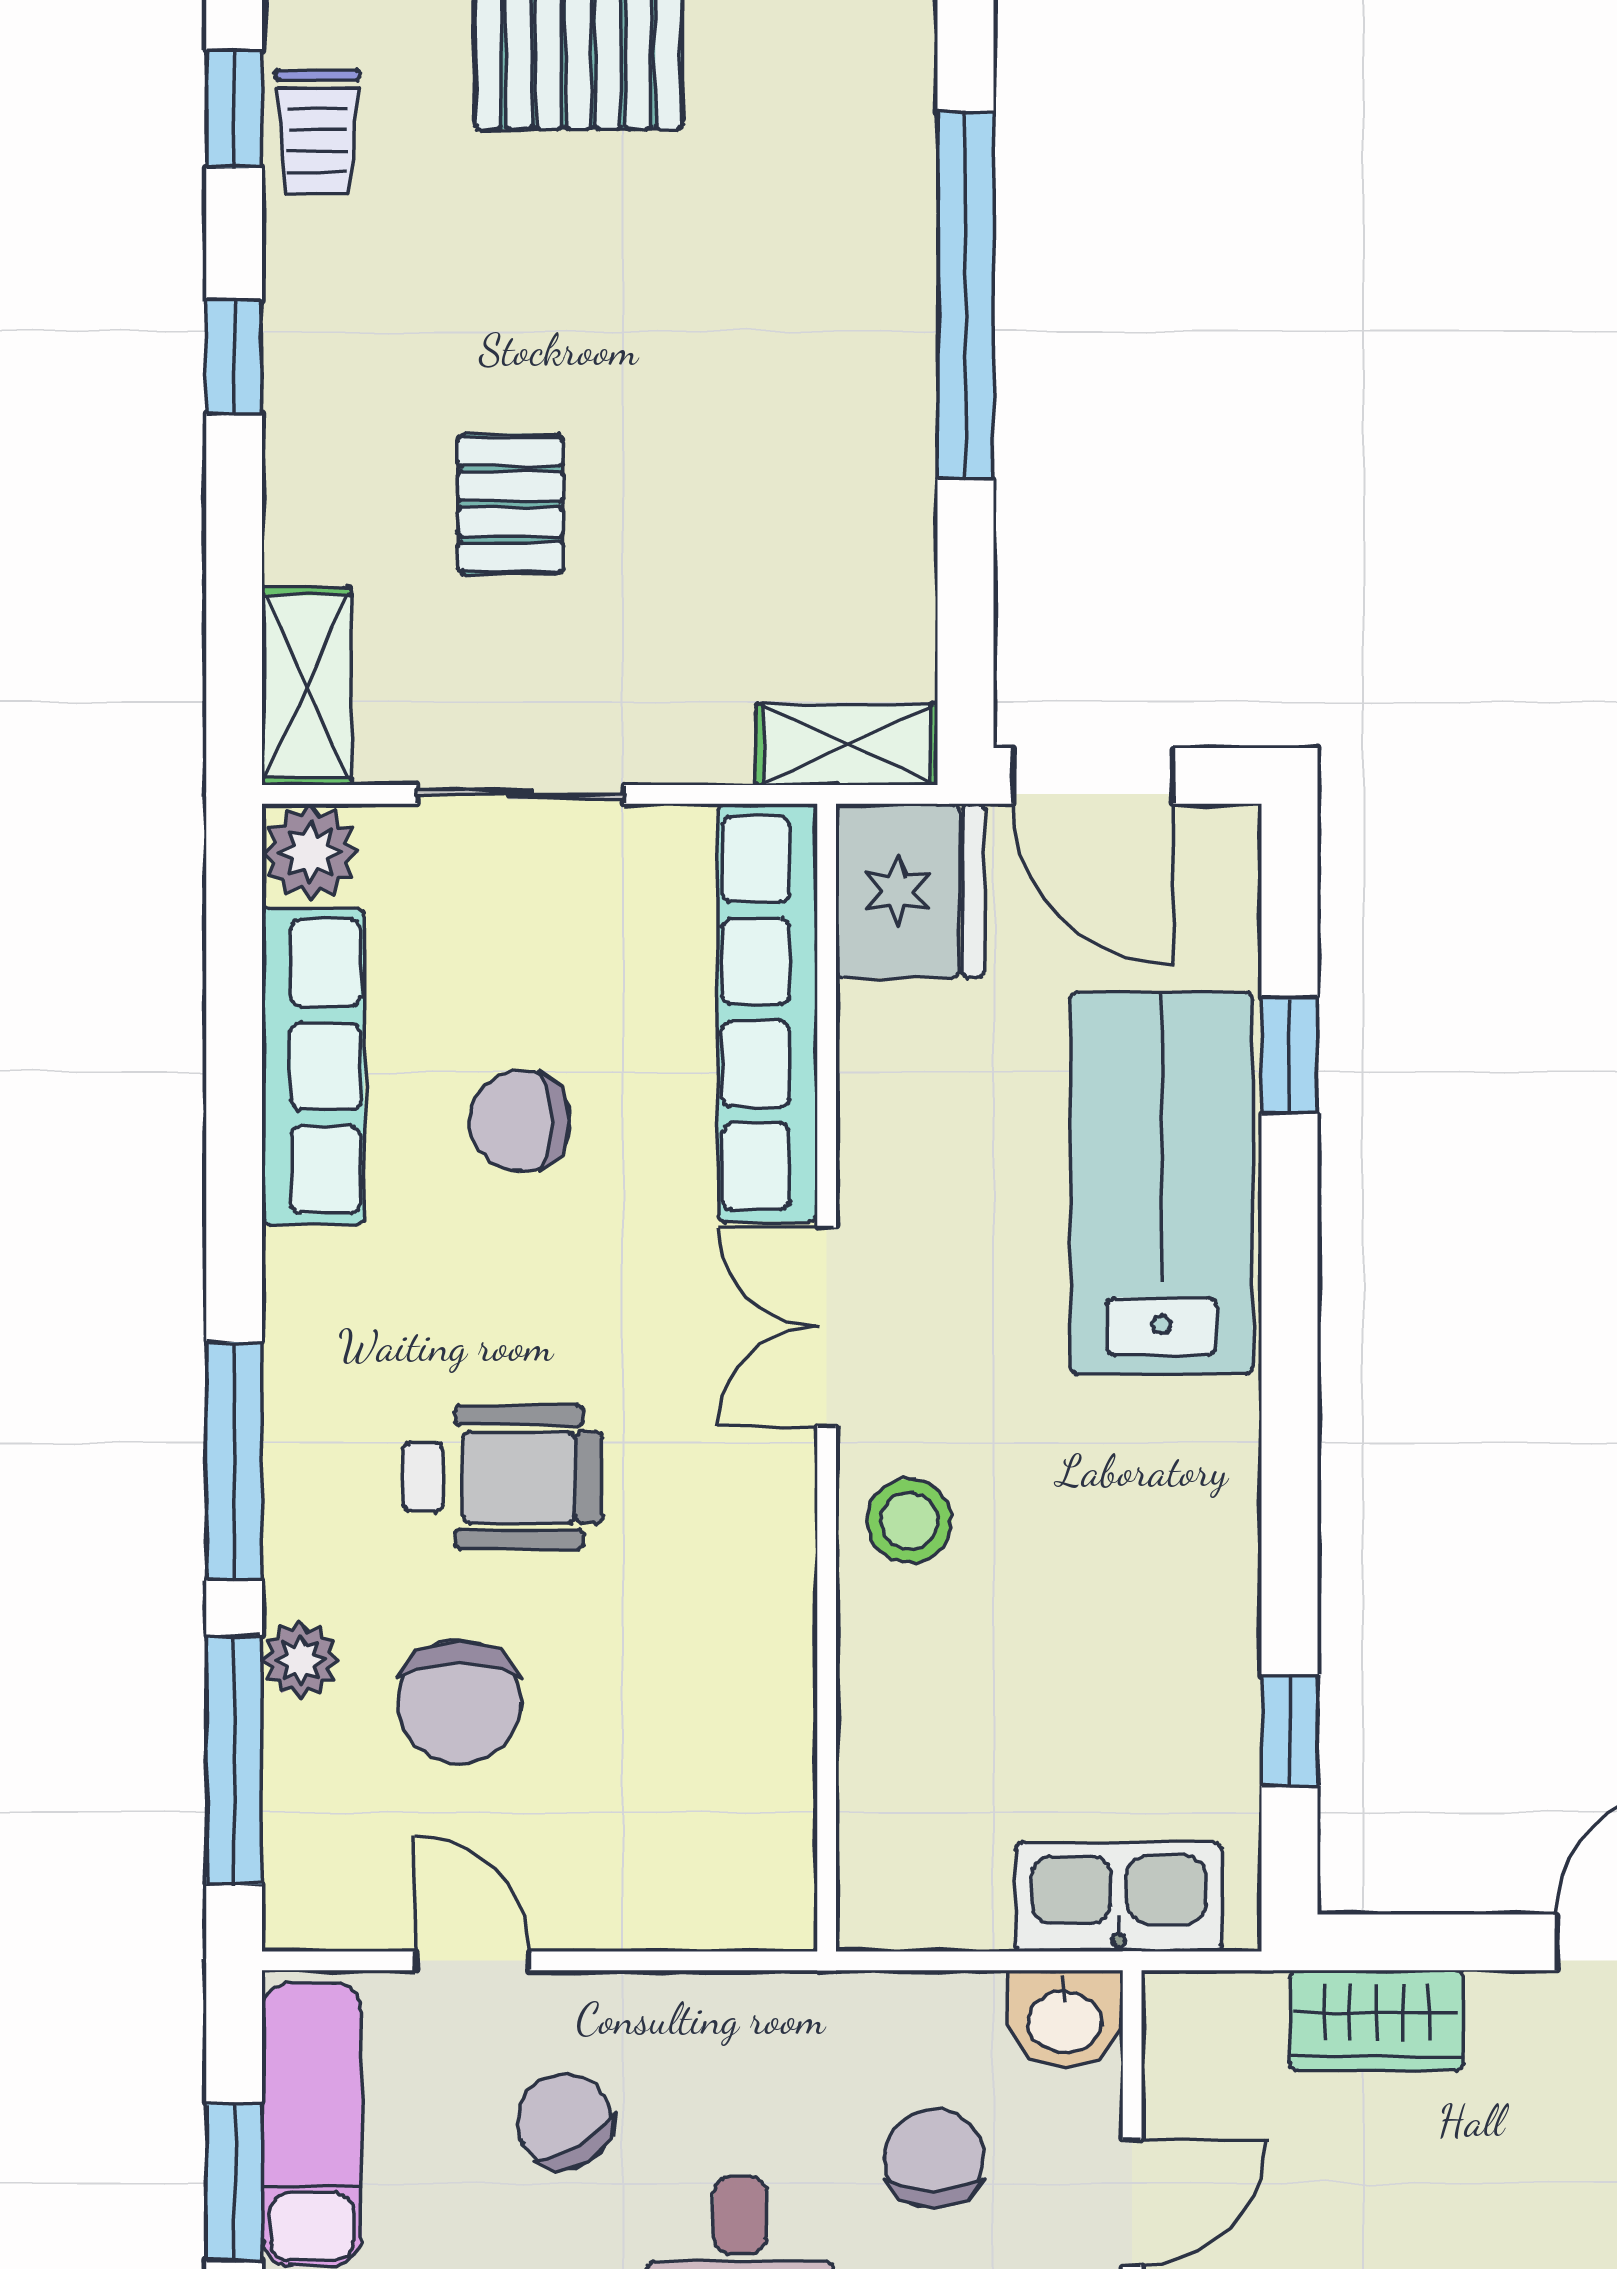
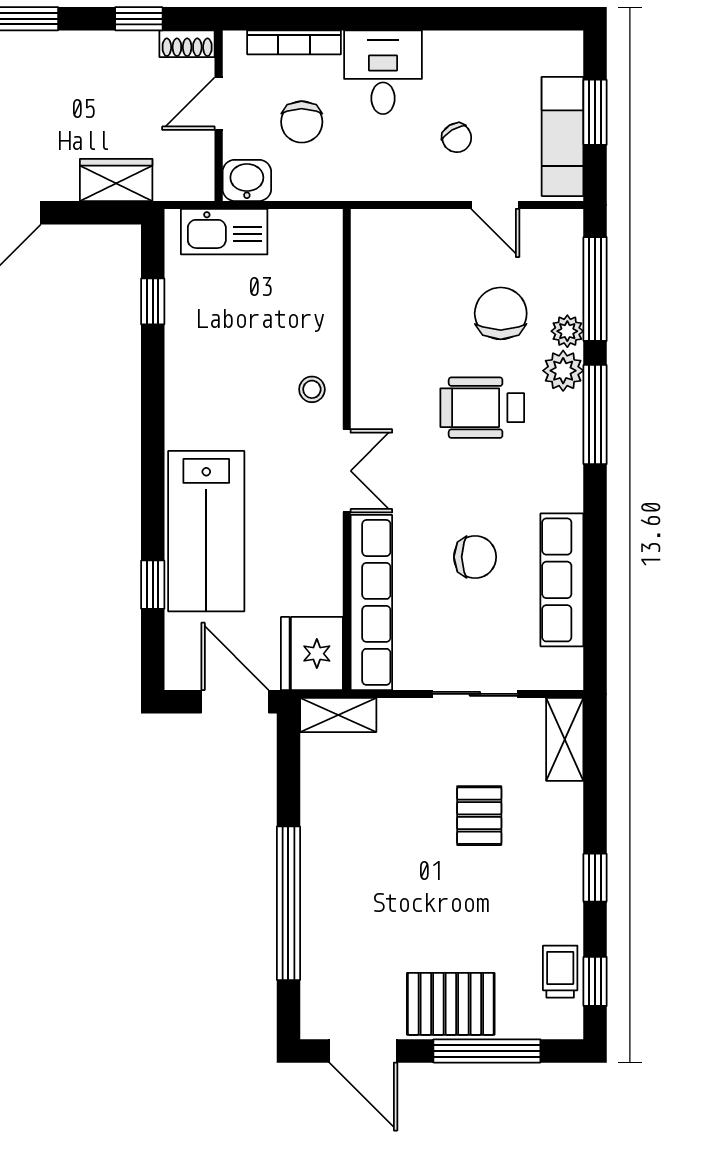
plant: (310, 852) -> (563, 371), moved
stool: (910, 1521) -> (312, 389), width x0.73, depth x0.73
chair: (564, 2121) -> (457, 138), width x0.73, depth x0.73

